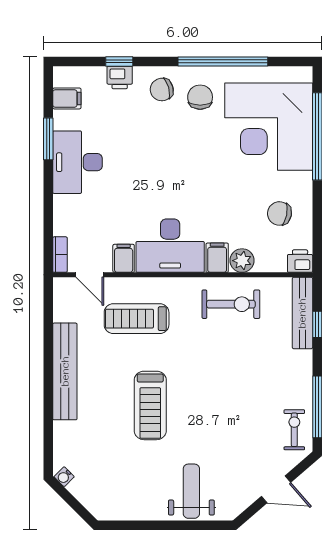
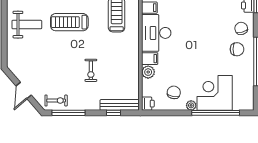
corner desk: (269, 127) -> (215, 93), width x0.74, depth x0.74
plant: (303, 182) -> (191, 105), added
exercise bike: (231, 304) -> (91, 70), moved, width x0.73, depth x0.72
weight bench: (191, 491) -> (27, 25), moved

